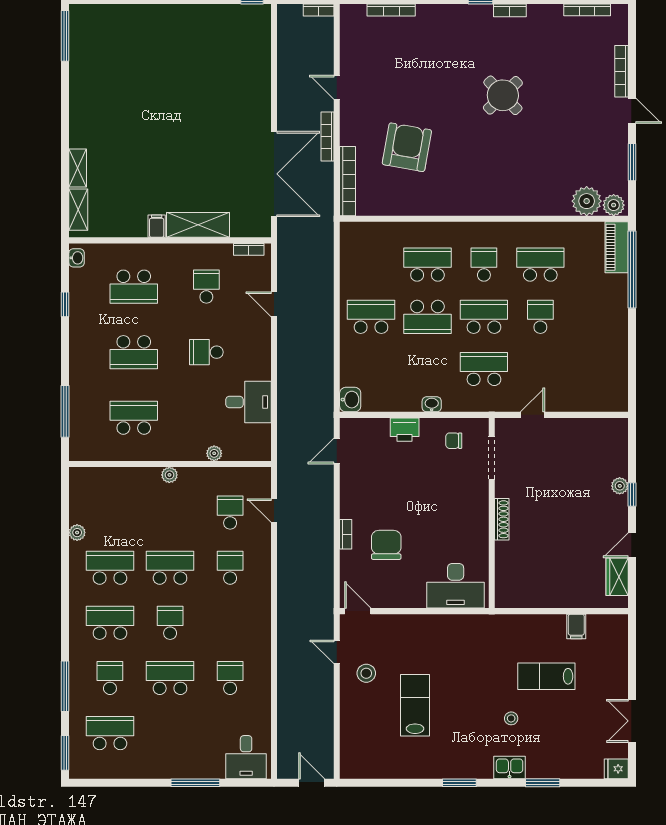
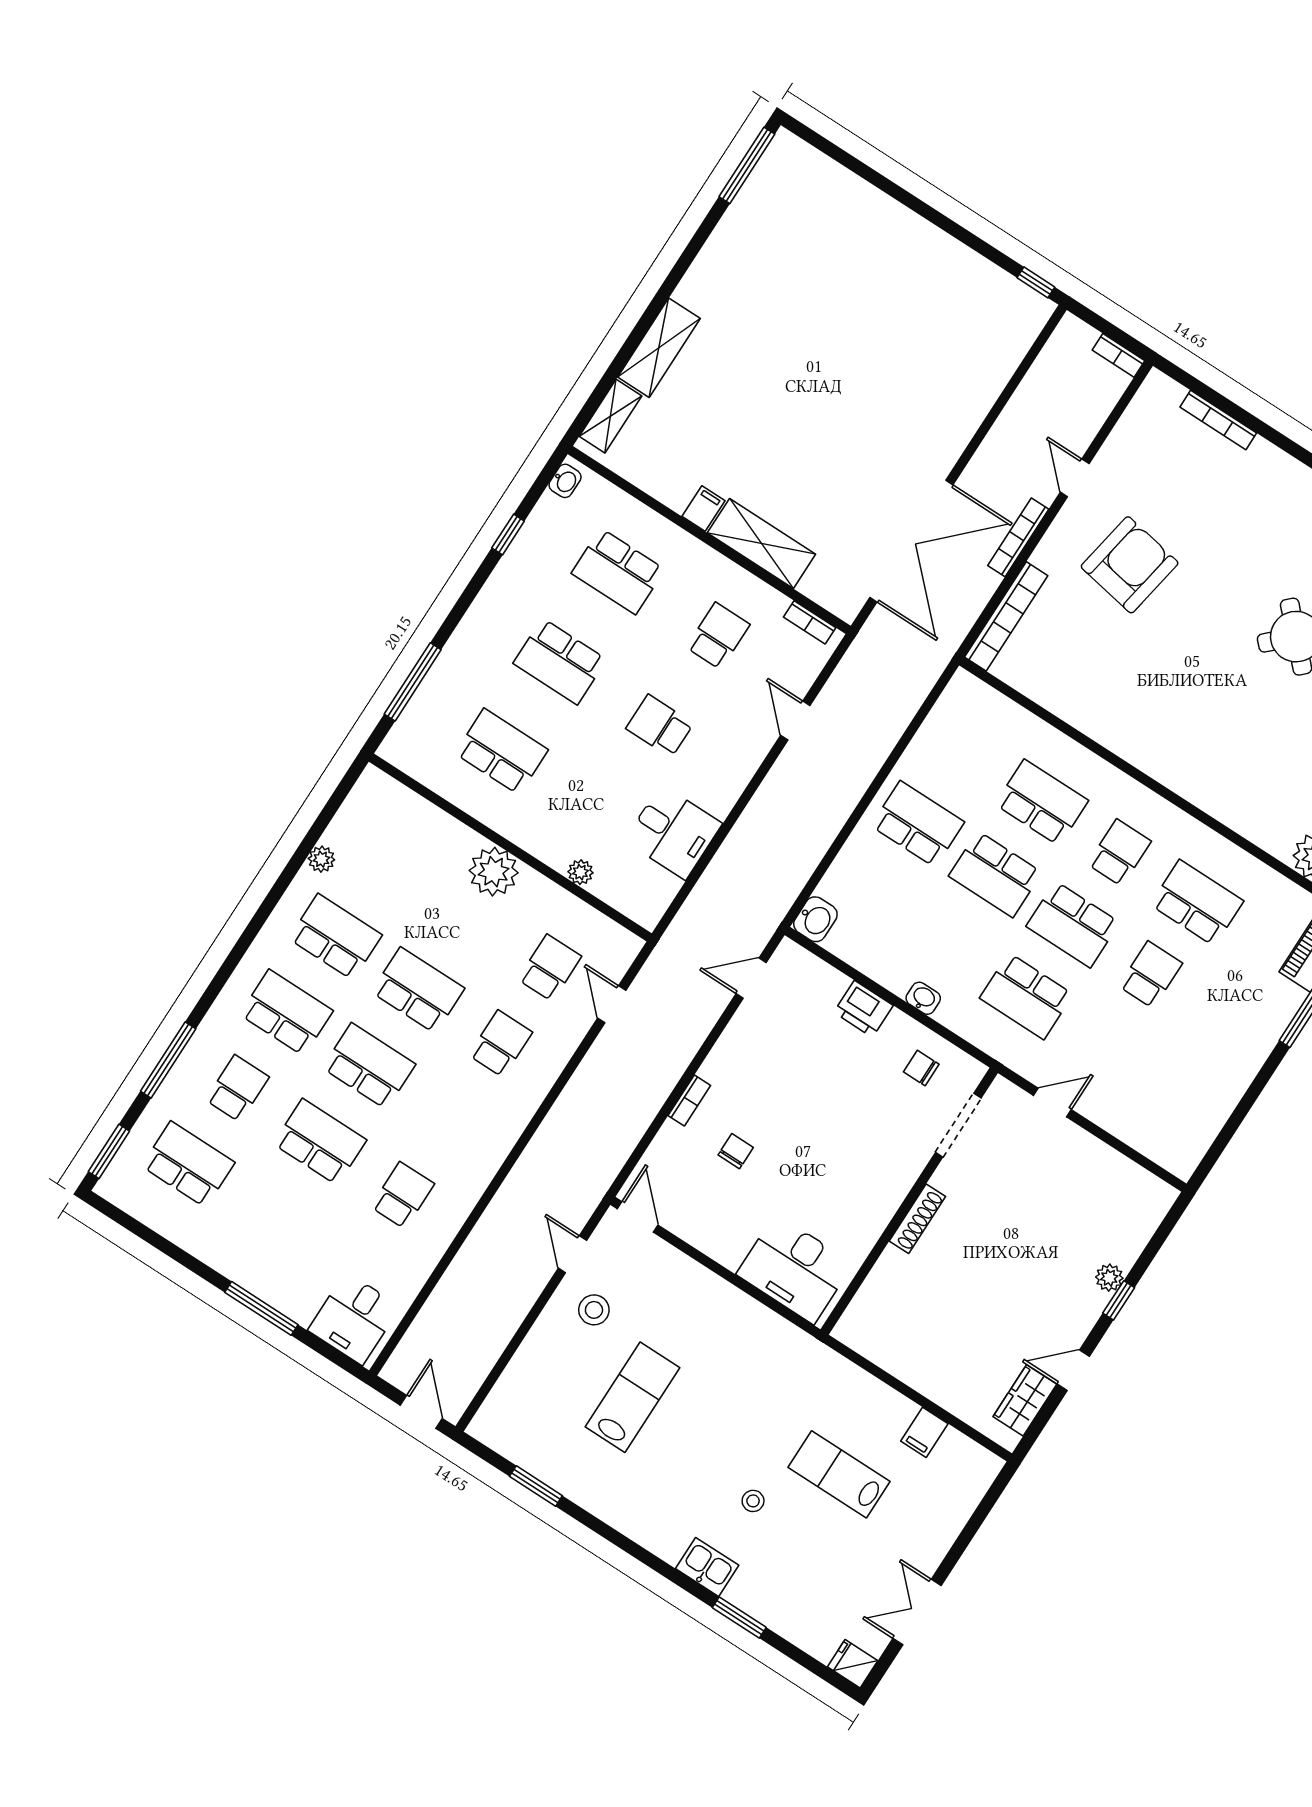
armchair: (407, 147) -> (1130, 565), moved
shelving: (78, 168) -> (659, 348), width x1.50, depth x1.33
school desk: (484, 317) -> (1073, 924), turned 180
school desk: (484, 369) -> (1026, 996), turned 180
plant: (169, 475) -> (494, 872), width x1.87, depth x1.87
chair: (386, 545) -> (736, 1151), width x0.54, depth x0.54
school desk: (170, 623) -> (369, 1066), width x1.85
window: (459, 783) -> (536, 1486), moved

